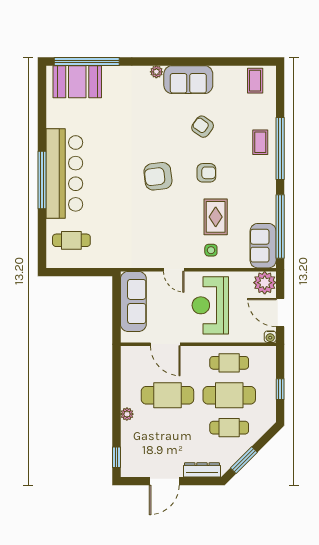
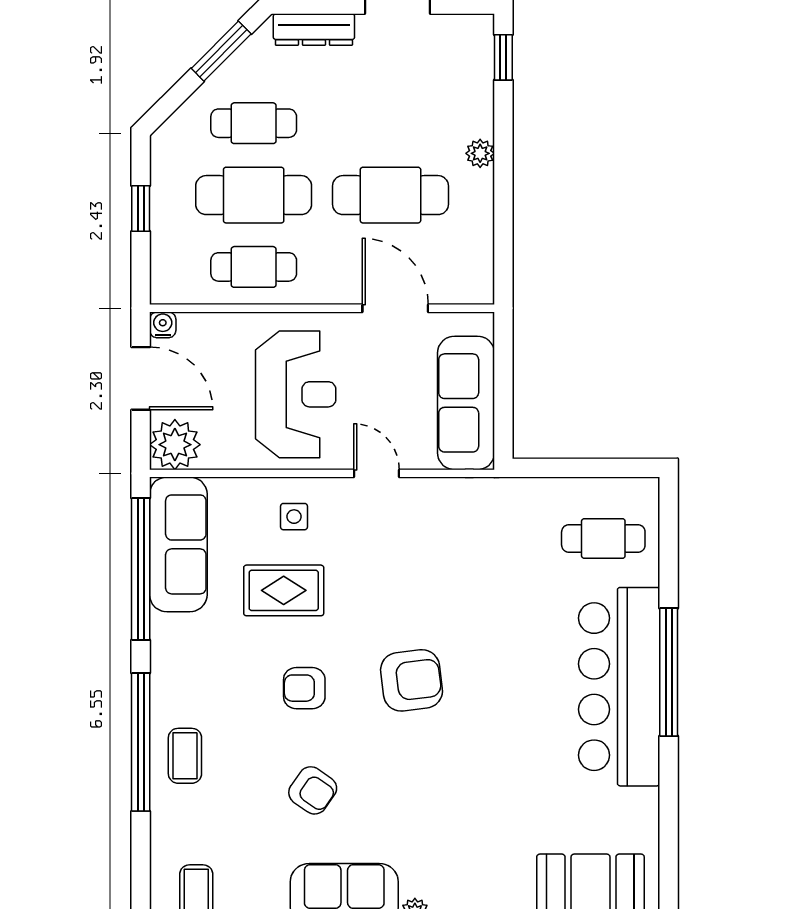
rug: (216, 217) -> (284, 590), turned 90
sofa: (263, 246) -> (178, 544), width x1.36

